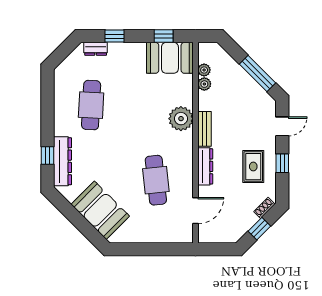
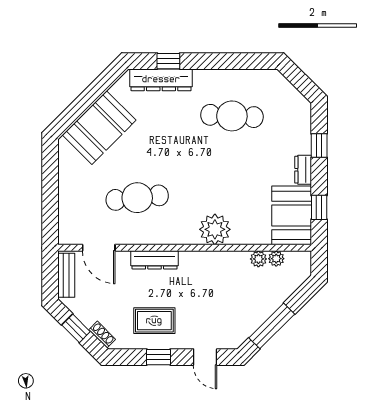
dresser: (96, 49) -> (303, 170), moved
bench: (205, 129) -> (66, 275), moved, turned 90

